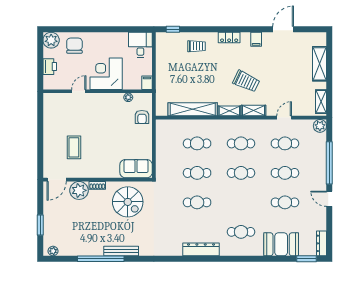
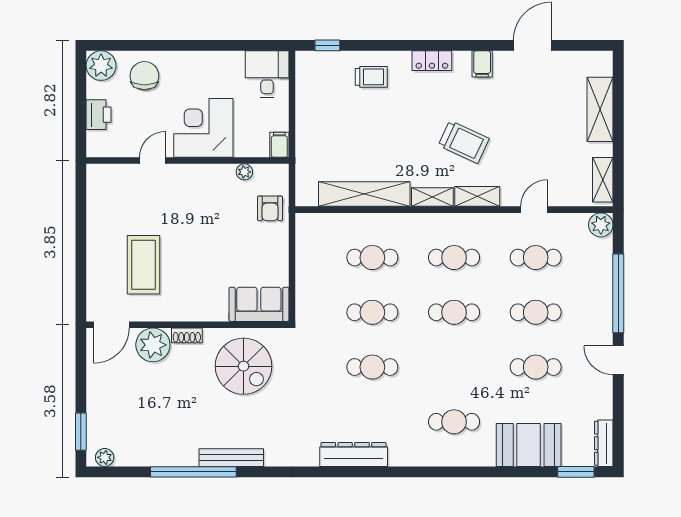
coffee table: (74, 147) -> (144, 265), width x1.36, depth x1.32
window: (40, 225) -> (81, 432), moved
dresser: (201, 249) -> (354, 455), moved

